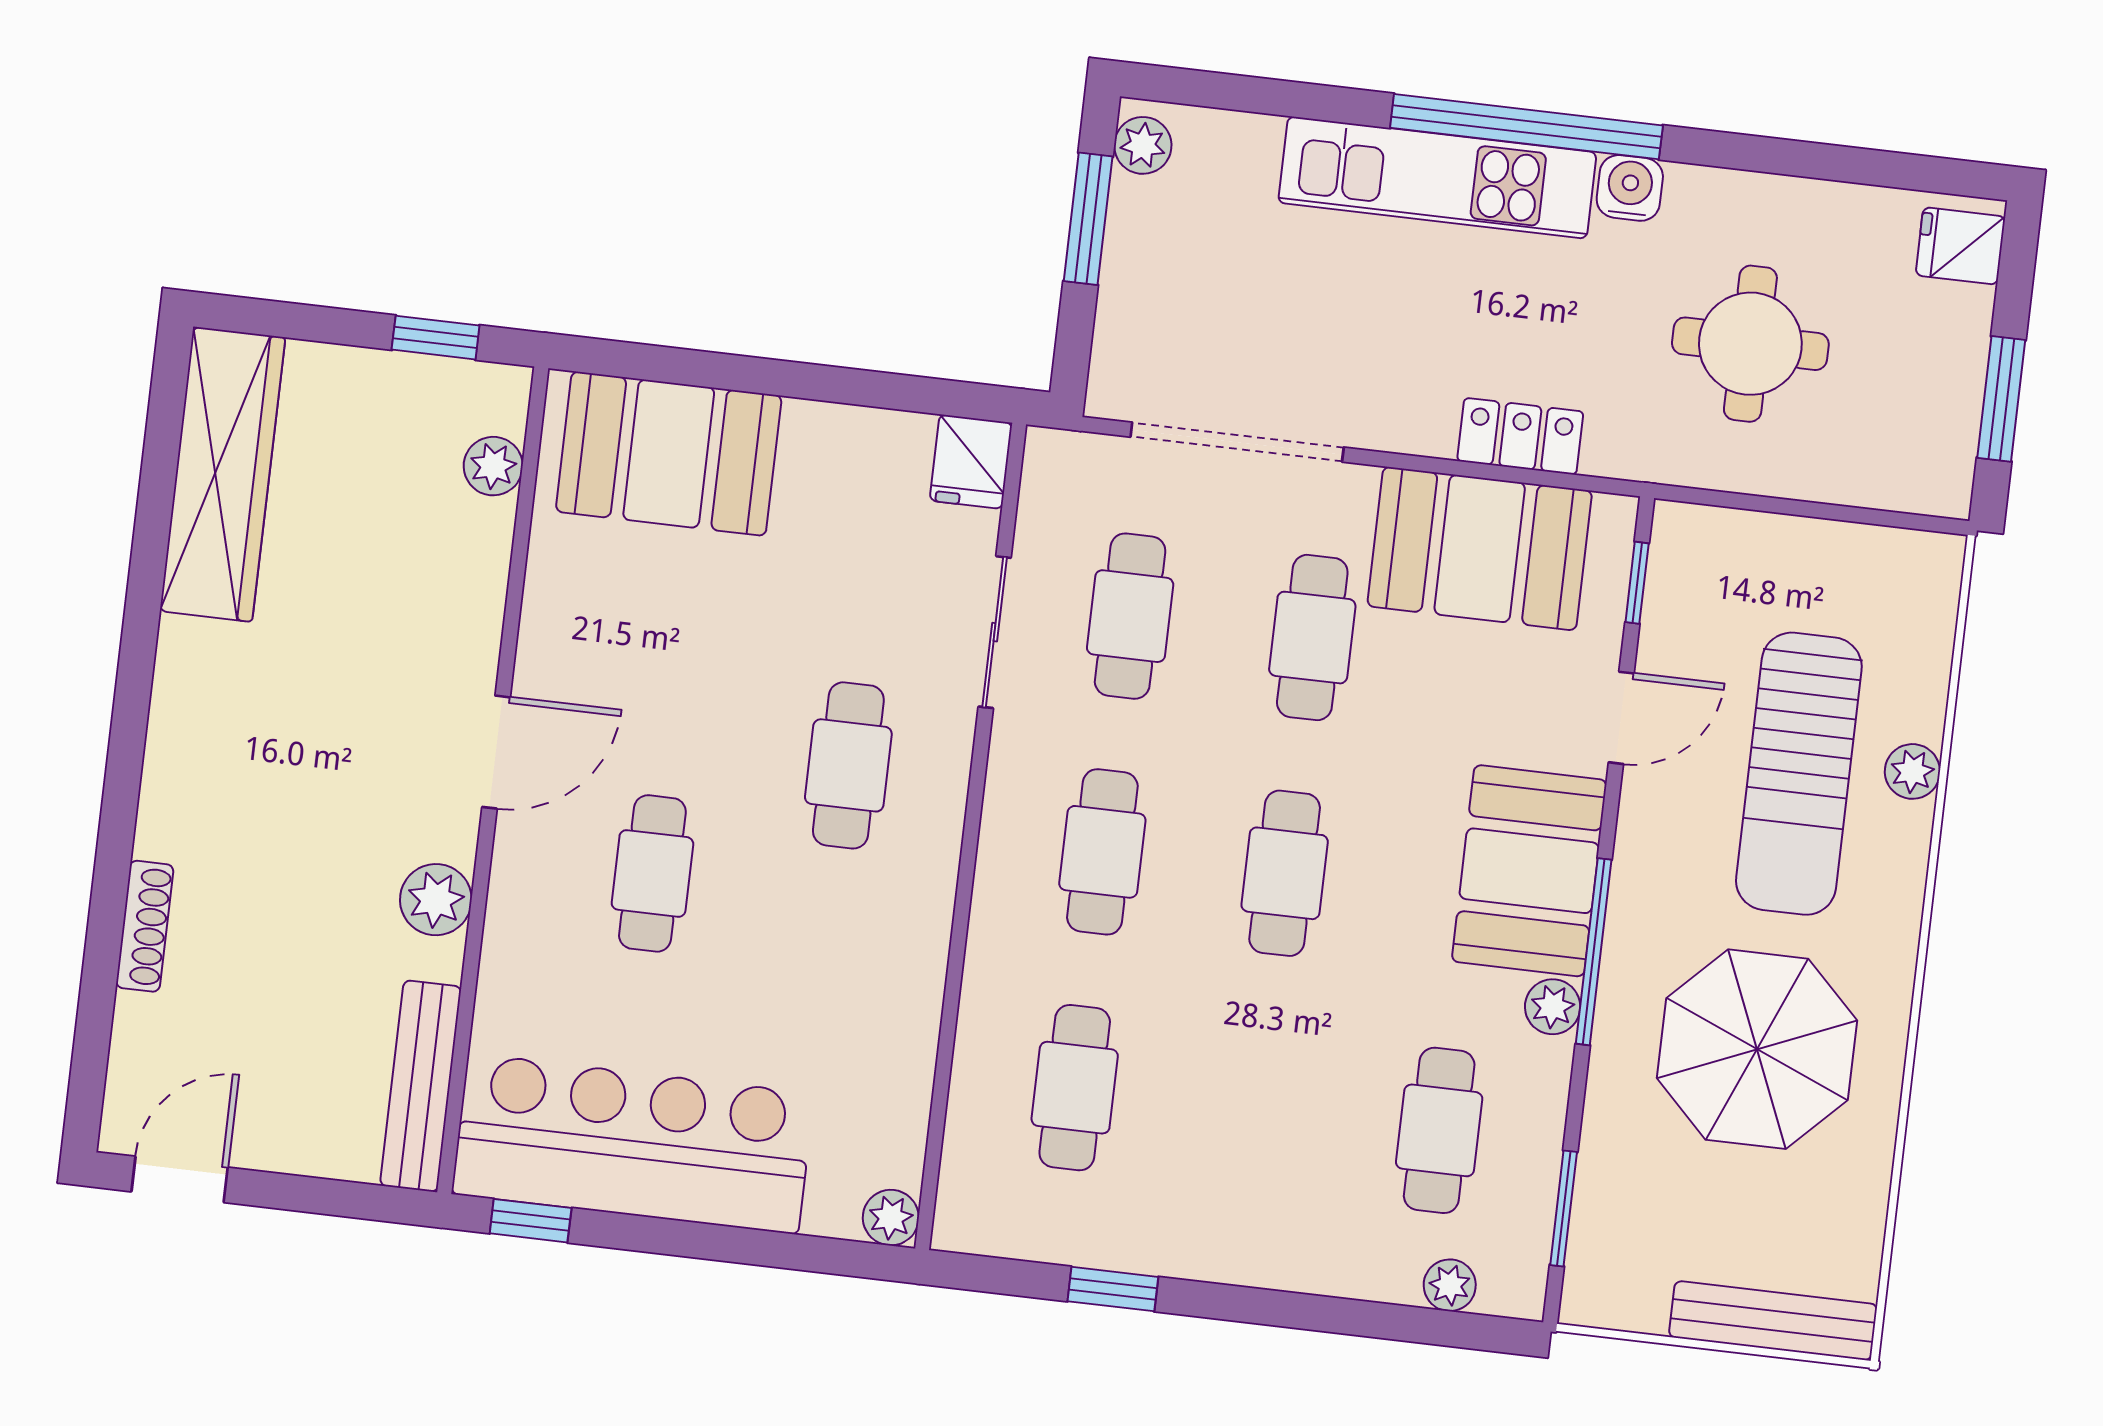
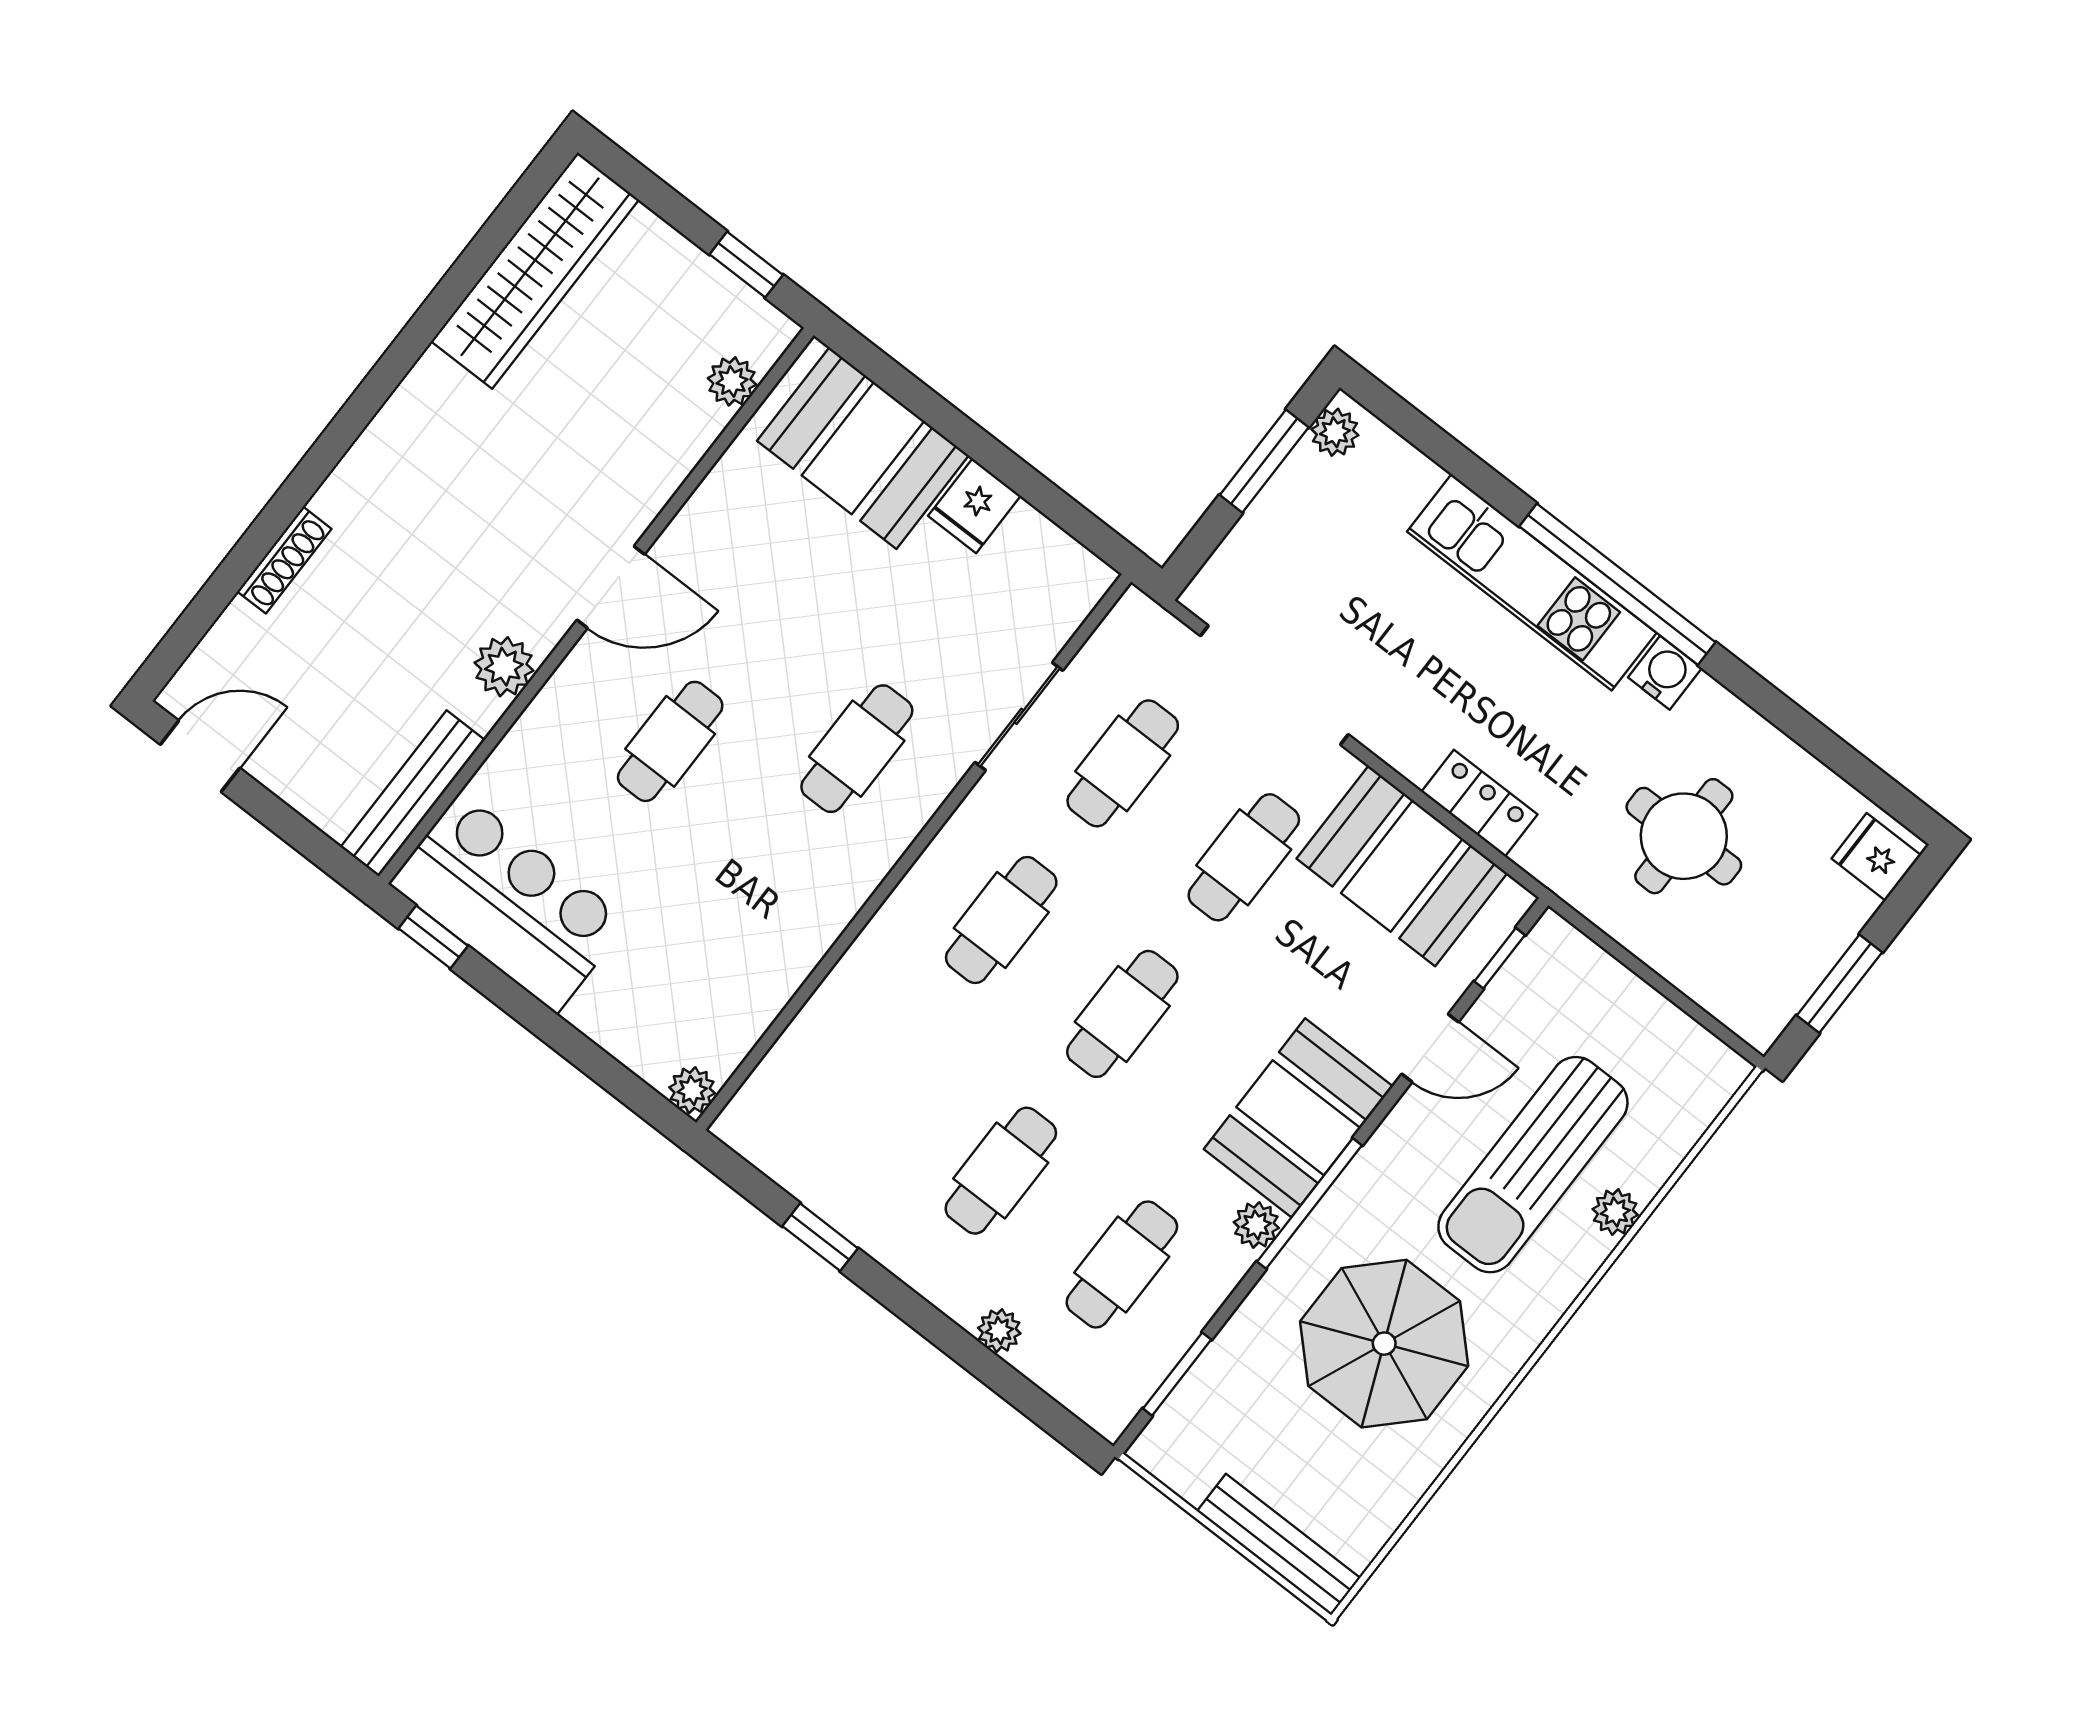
fridge: (971, 462) -> (974, 506), moved
cafe table: (1075, 1088) -> (1001, 1171), moved
bar counter: (633, 1144) -> (509, 902), width x0.73
plant: (1450, 1285) -> (999, 1331), moved

